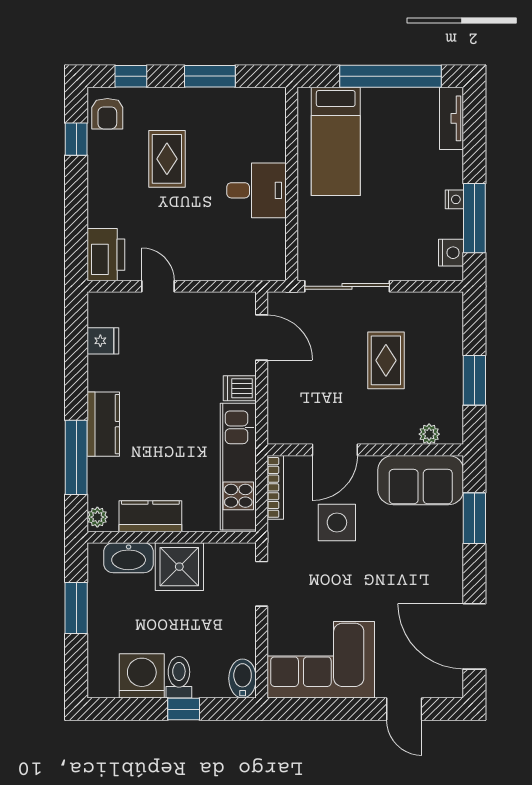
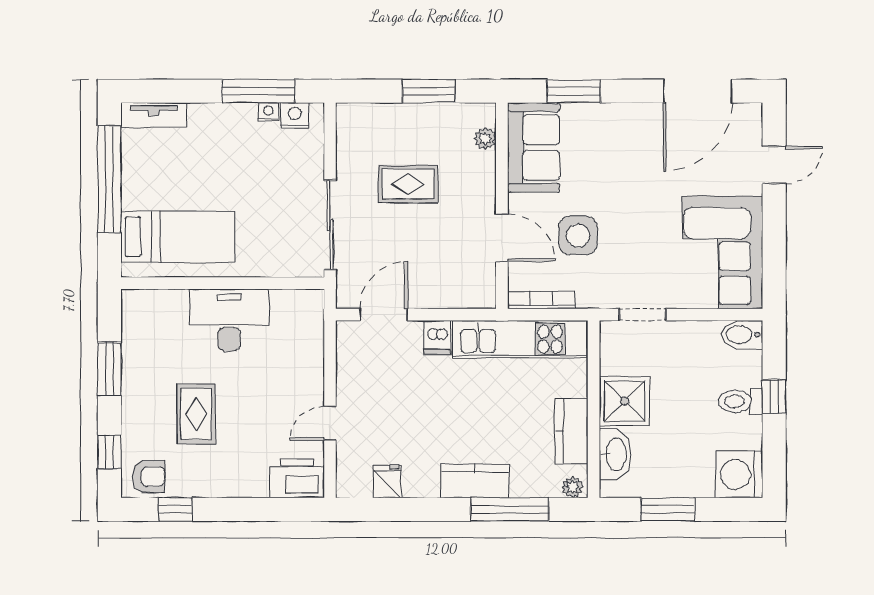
rug: (167, 159) -> (196, 414), turned 90
desk: (256, 190) -> (229, 320), width x1.37
nightstand: (454, 199) -> (268, 112), moved
washing machine: (142, 676) -> (739, 475), moved

